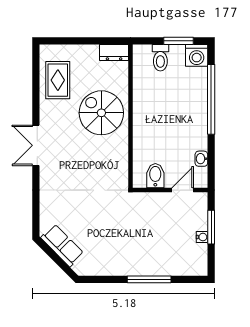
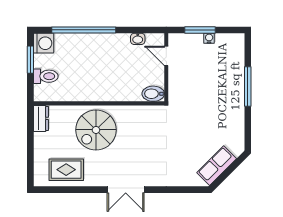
bidet: (155, 176) -> (153, 94), moved

